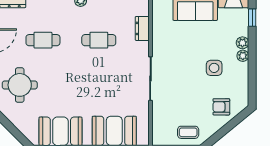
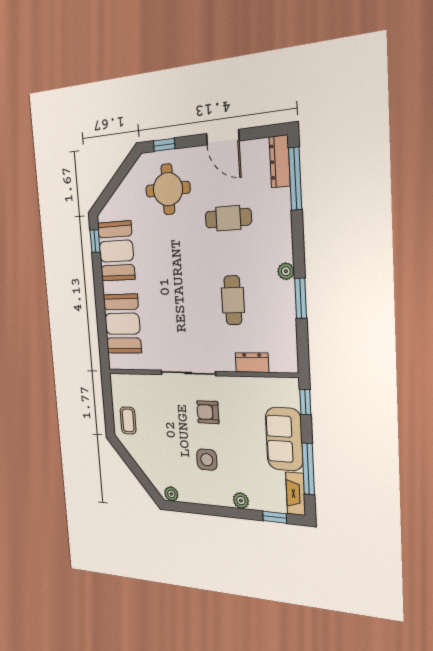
cafe table: (43, 40) -> (228, 218), turned 90
plant: (243, 56) -> (171, 494), moved
armchair: (221, 107) -> (208, 412), moved, turned -90

